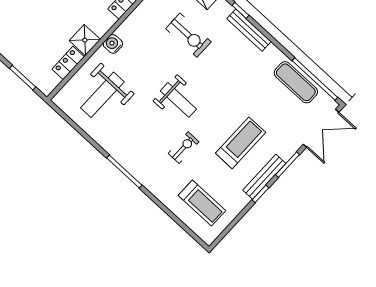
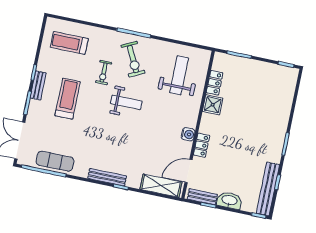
exercise bike: (188, 35) -> (133, 59), moved, turned -116
water cooler: (113, 44) -> (188, 134), moved
weight bench: (178, 100) -> (126, 102), turned 180
treadmill: (241, 143) -> (68, 99), turned 180
bench: (264, 177) -> (38, 85), width x0.73

